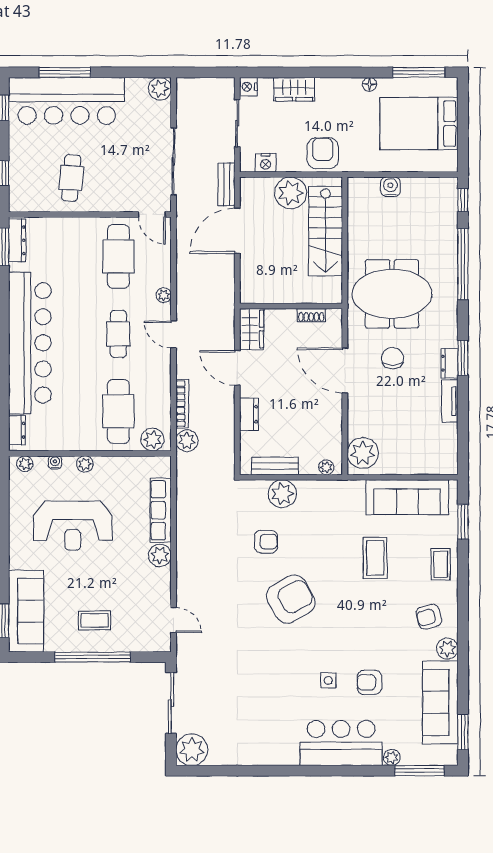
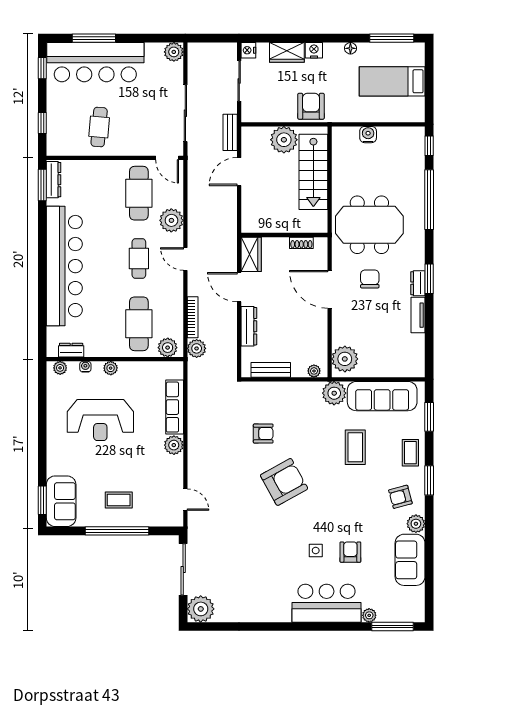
bed: (419, 124) -> (392, 81), width x0.67
nightstand: (266, 163) -> (314, 50), moved, turned 180
door: (237, 231) -> (239, 172), width x0.73
plant: (164, 295) -> (171, 220), width x1.88, depth x1.88
dresser: (249, 414) -> (249, 326), width x1.44
dresser: (17, 430) -> (71, 350), moved, turned -90
plant: (282, 494) -> (334, 393), moved
sofa: (26, 611) -> (61, 501), width x0.73
armchair: (369, 682) -> (350, 552), turned 90
sofa: (440, 703) -> (410, 560), width x0.73
window: (463, 732) -> (429, 480), moved

